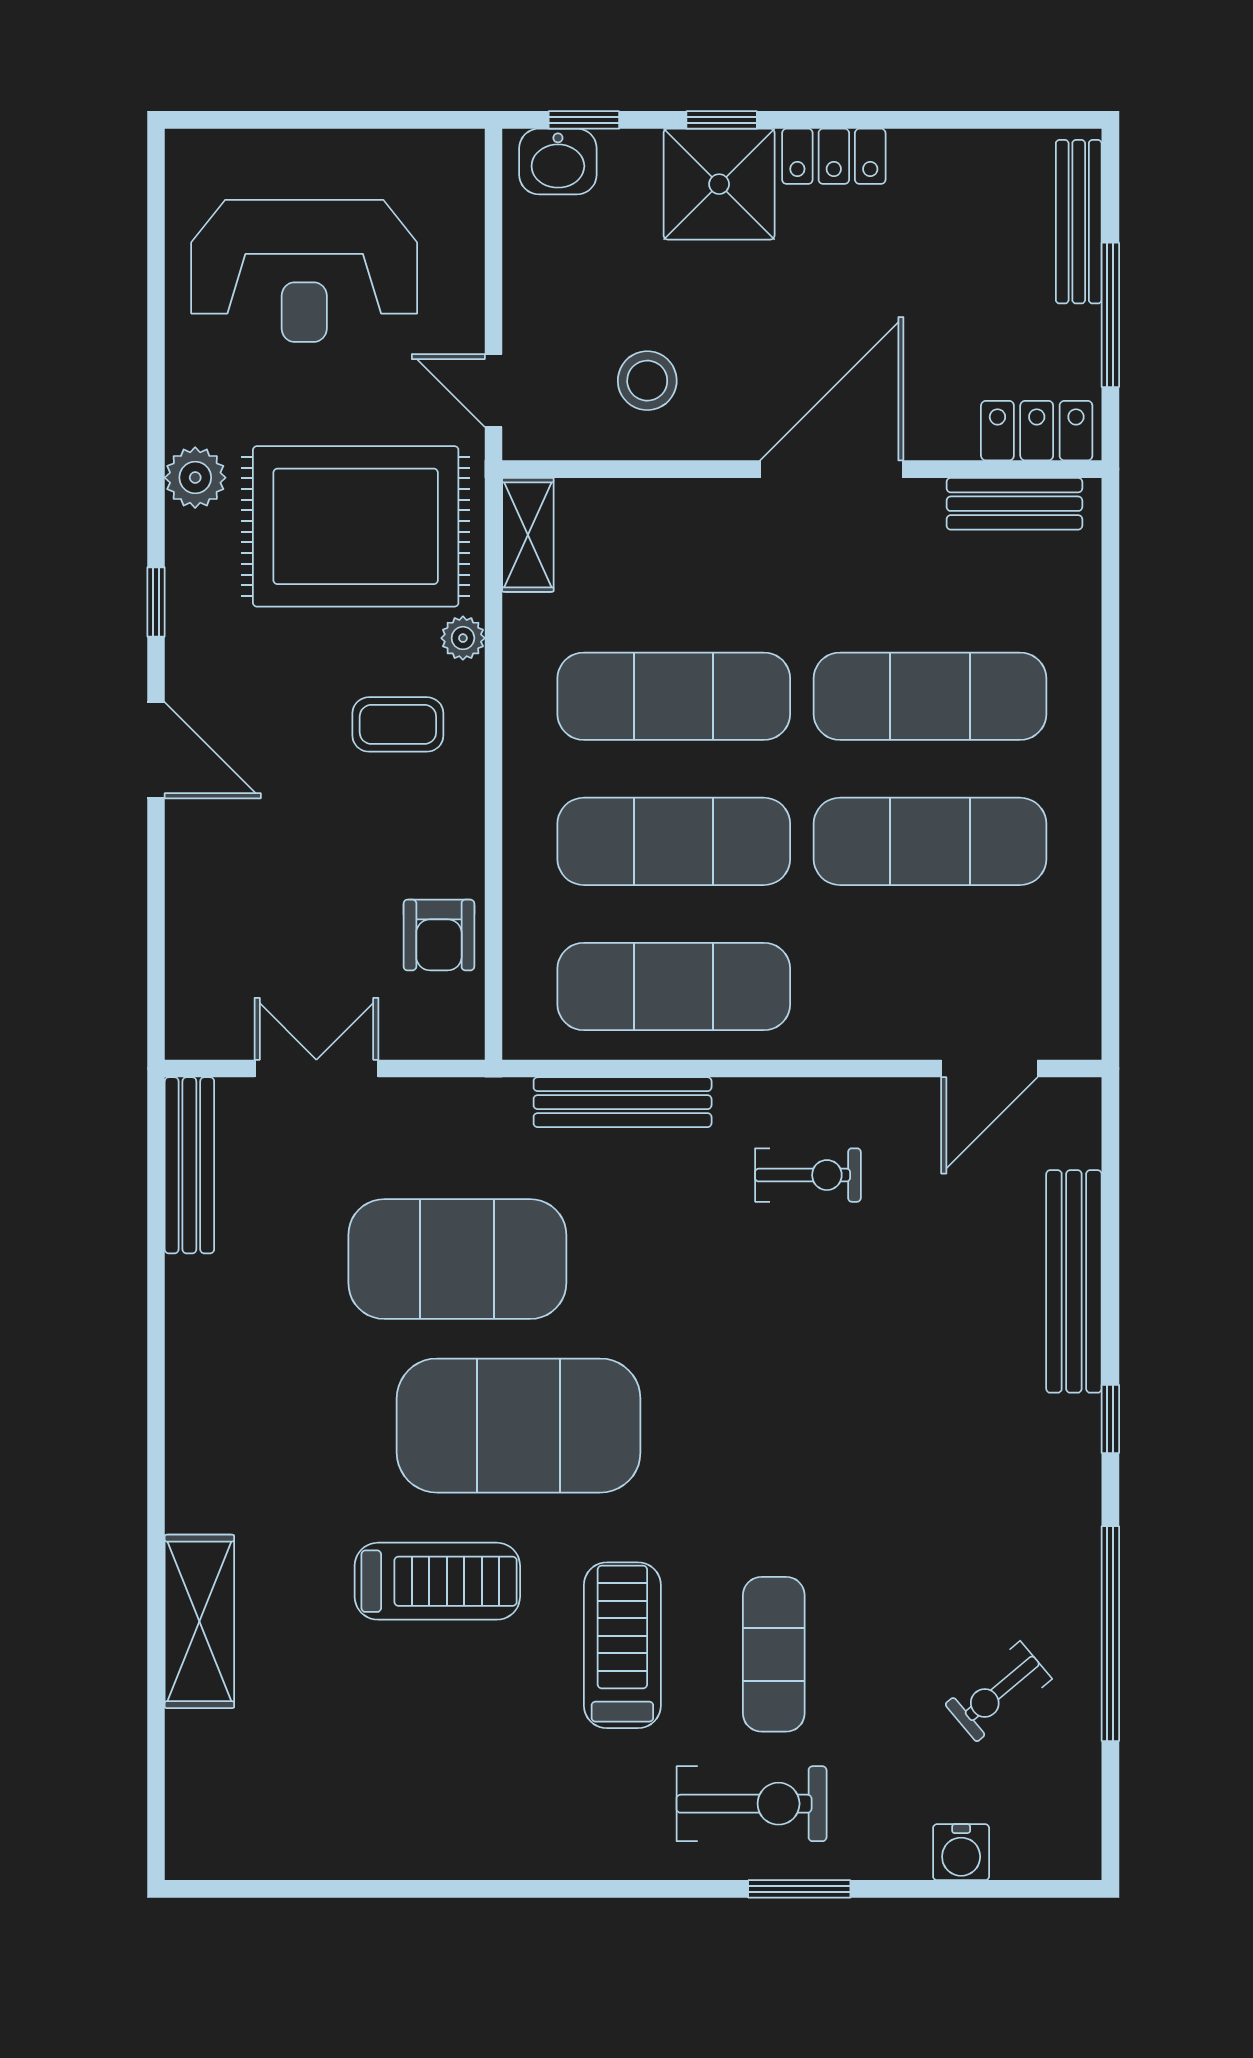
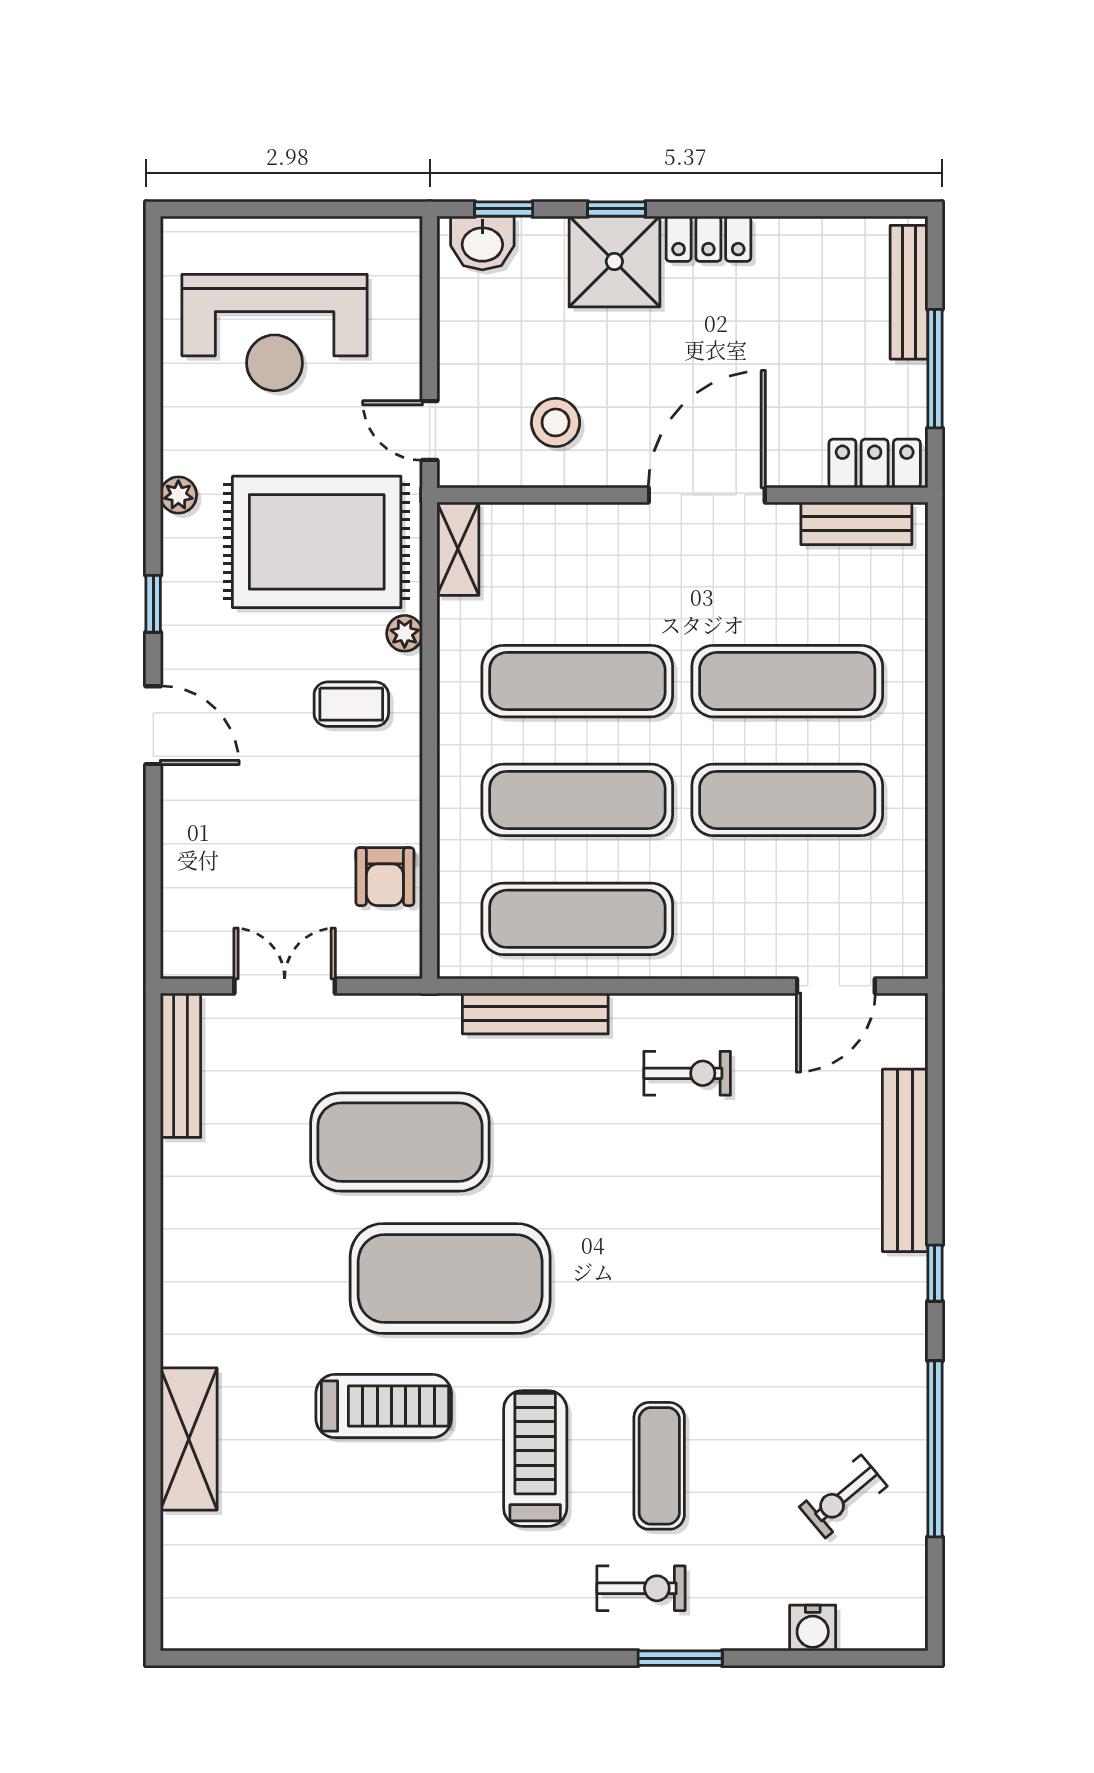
plant: (195, 478) -> (178, 495), width x0.73, depth x0.73
exercise bike: (752, 1804) -> (641, 1588), width x0.73, depth x0.72

